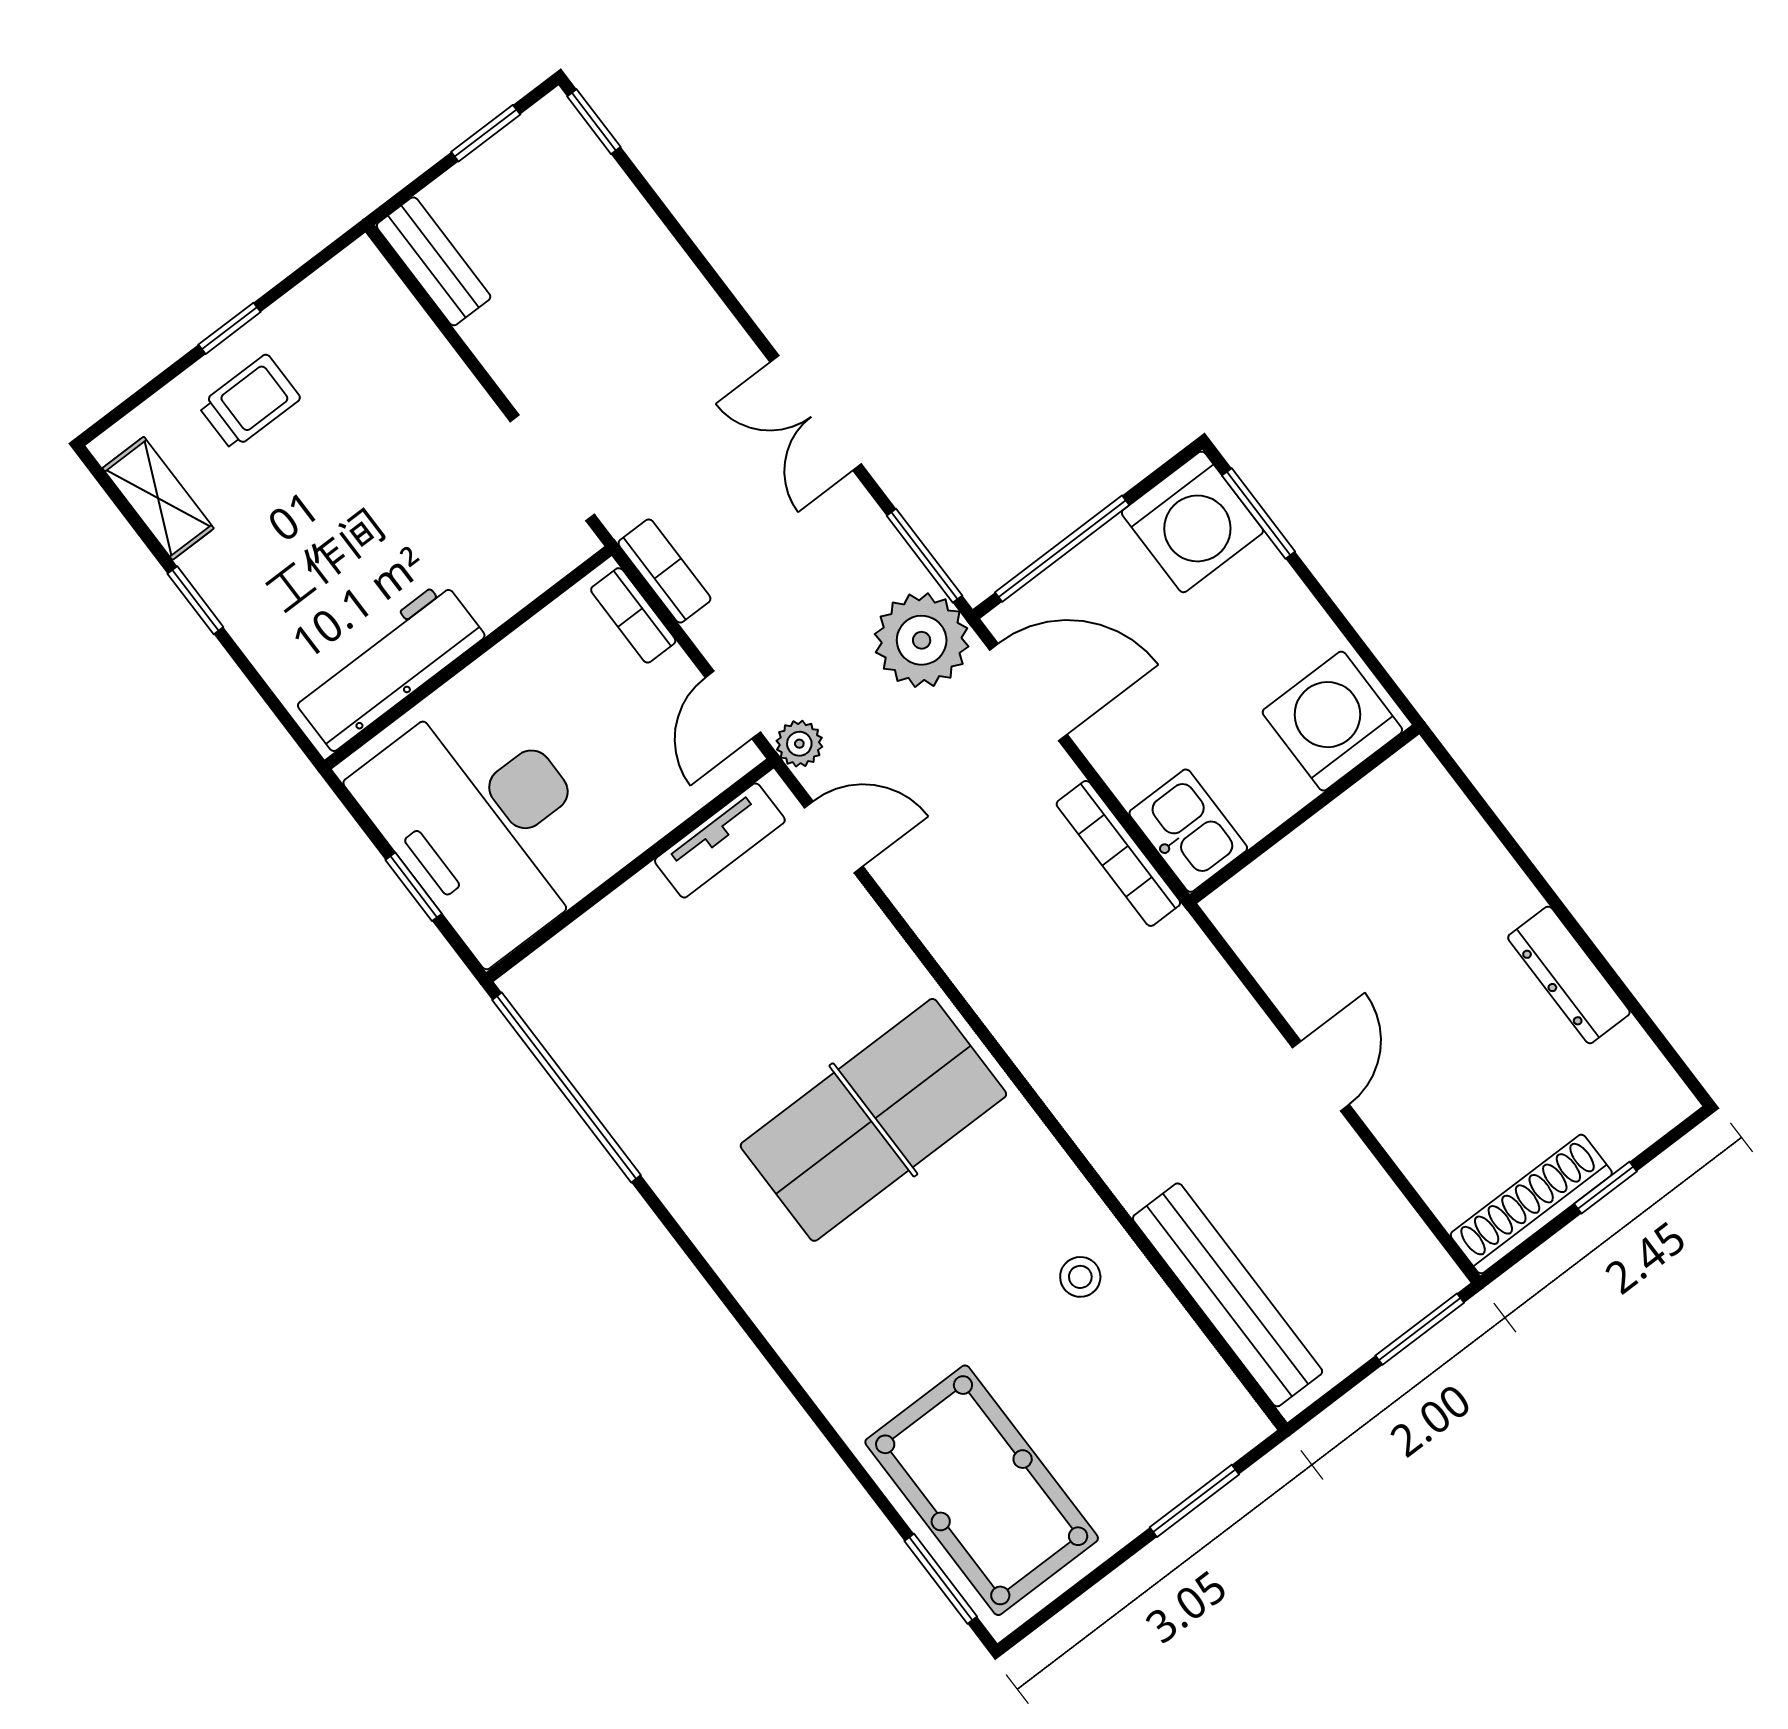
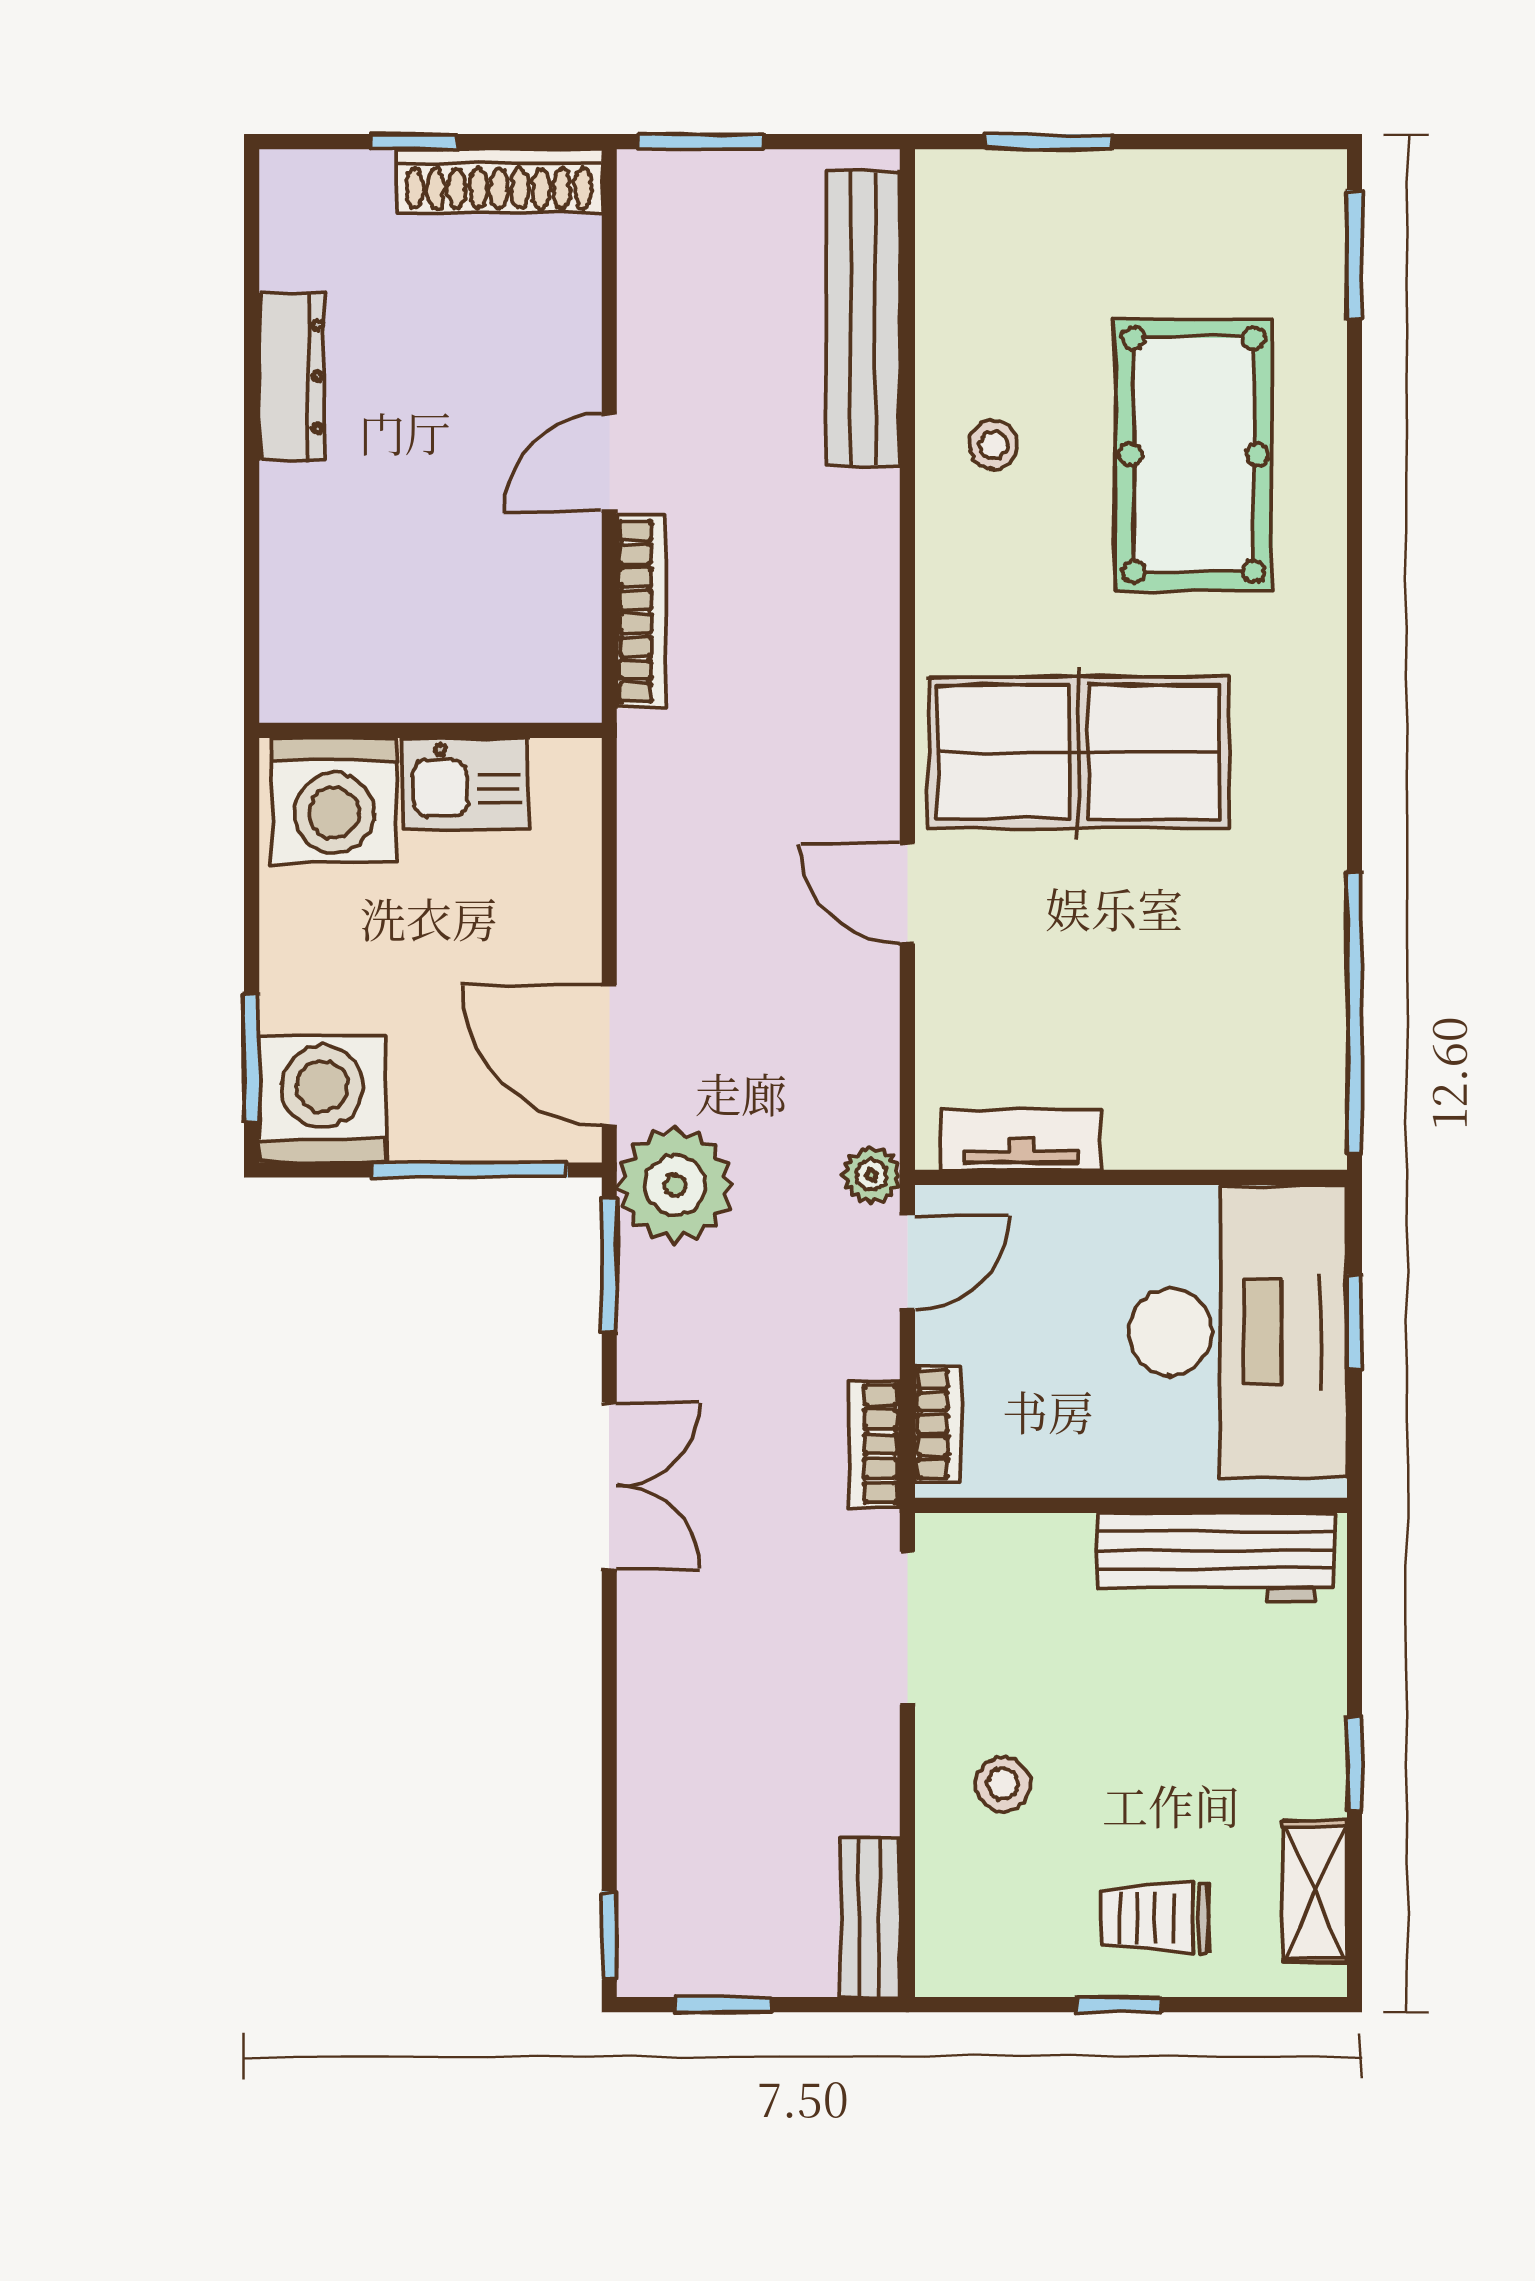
stool: (413, 414) -> (1003, 1784), added
kitchen sink: (1188, 831) -> (466, 783), moved, turned -90
door: (834, 837) -> (907, 893), moved
bookcase: (1118, 853) -> (641, 612), moved
pool table: (982, 1490) -> (1194, 455), moved

